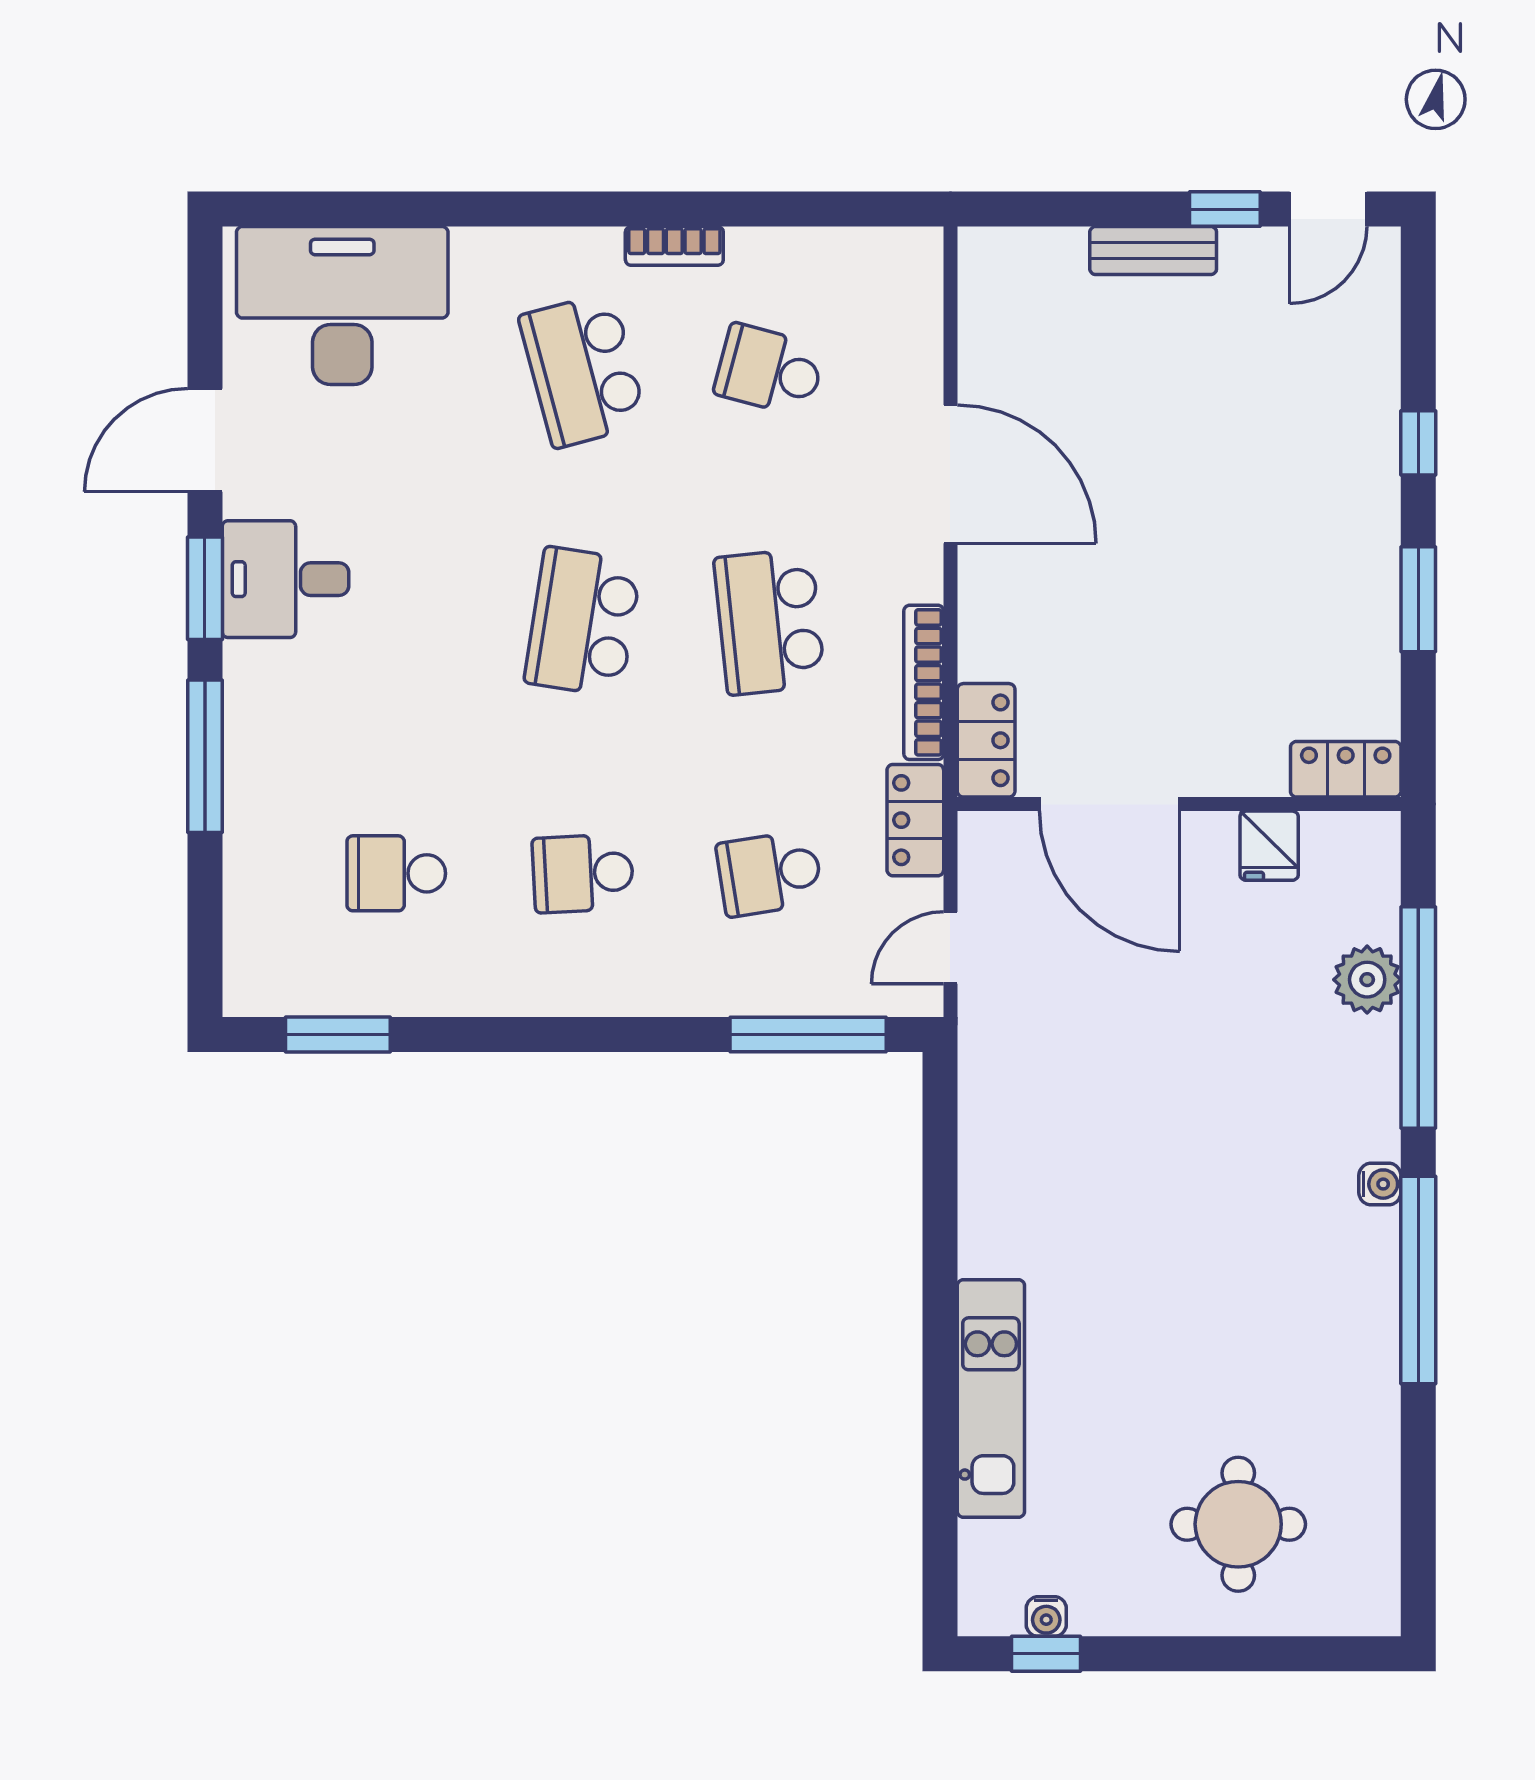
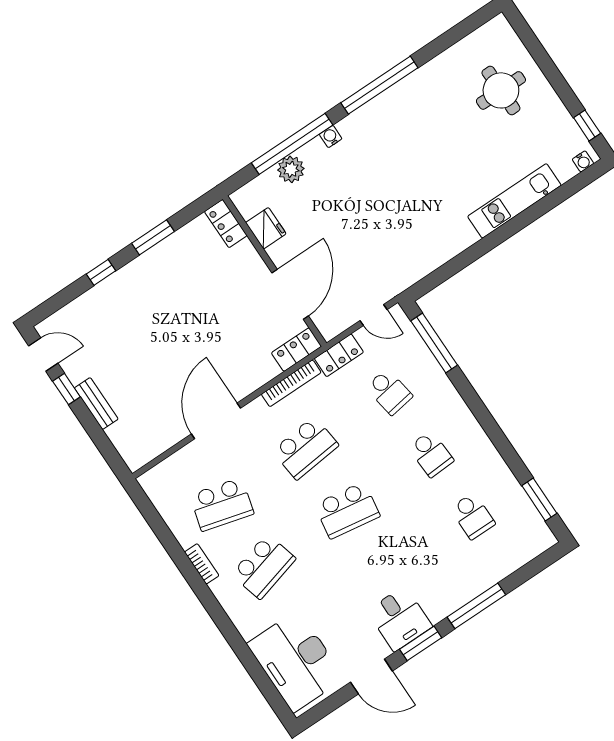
school desk: (770, 370) -> (222, 504), width x1.85
fridge: (1269, 846) -> (266, 228), width x1.38
water cooler: (1380, 1184) -> (331, 137), moved
water cooler: (1046, 1616) -> (583, 161), moved, turned 90

